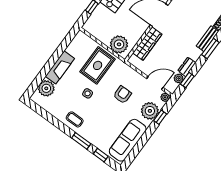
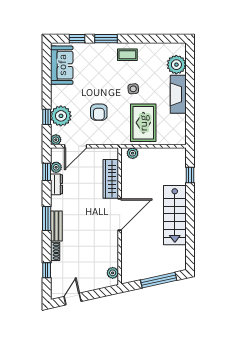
plant: (119, 44) -> (133, 153), width x0.53, depth x0.53
sofa: (128, 140) -> (62, 65), width x0.73

